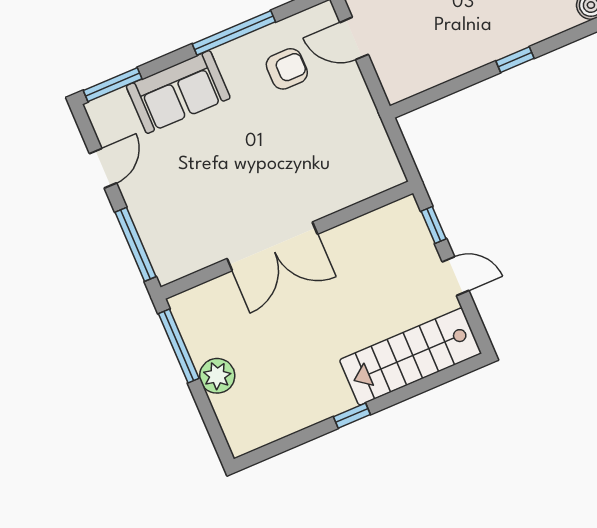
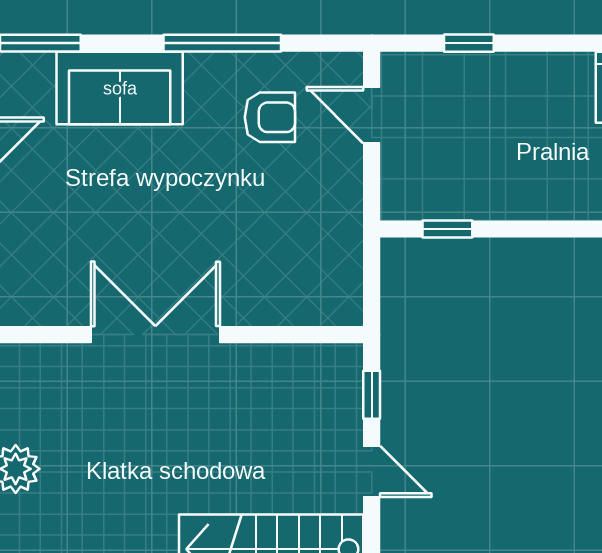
window: (515, 60) -> (447, 229), moved
double door: (272, 246) -> (155, 335), swing flipped

